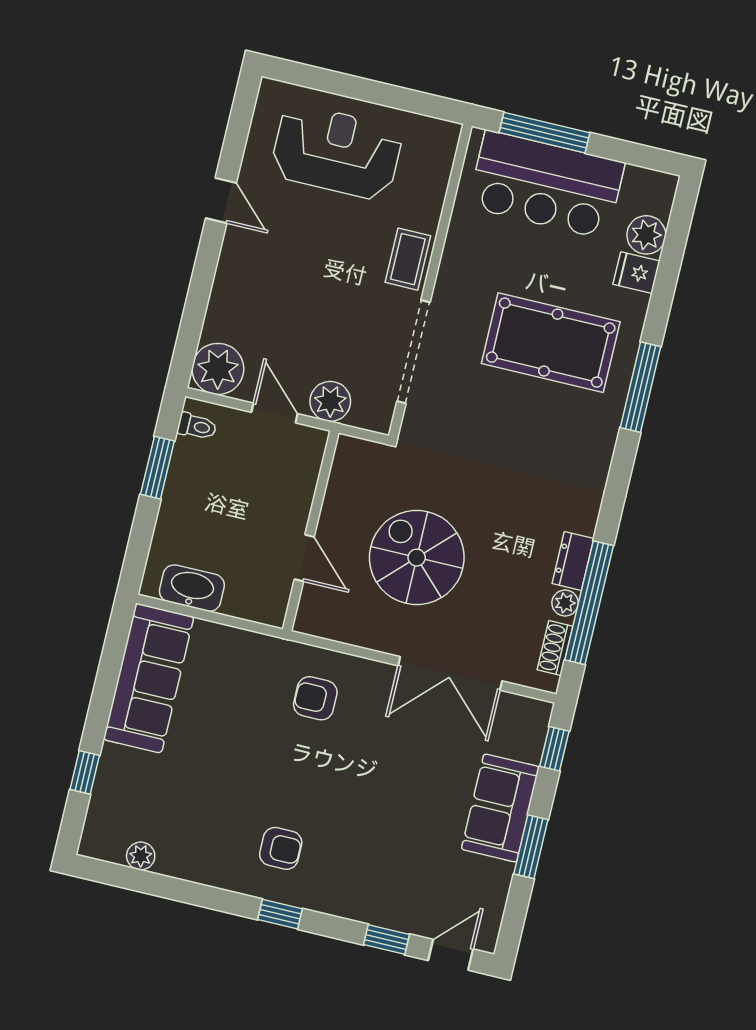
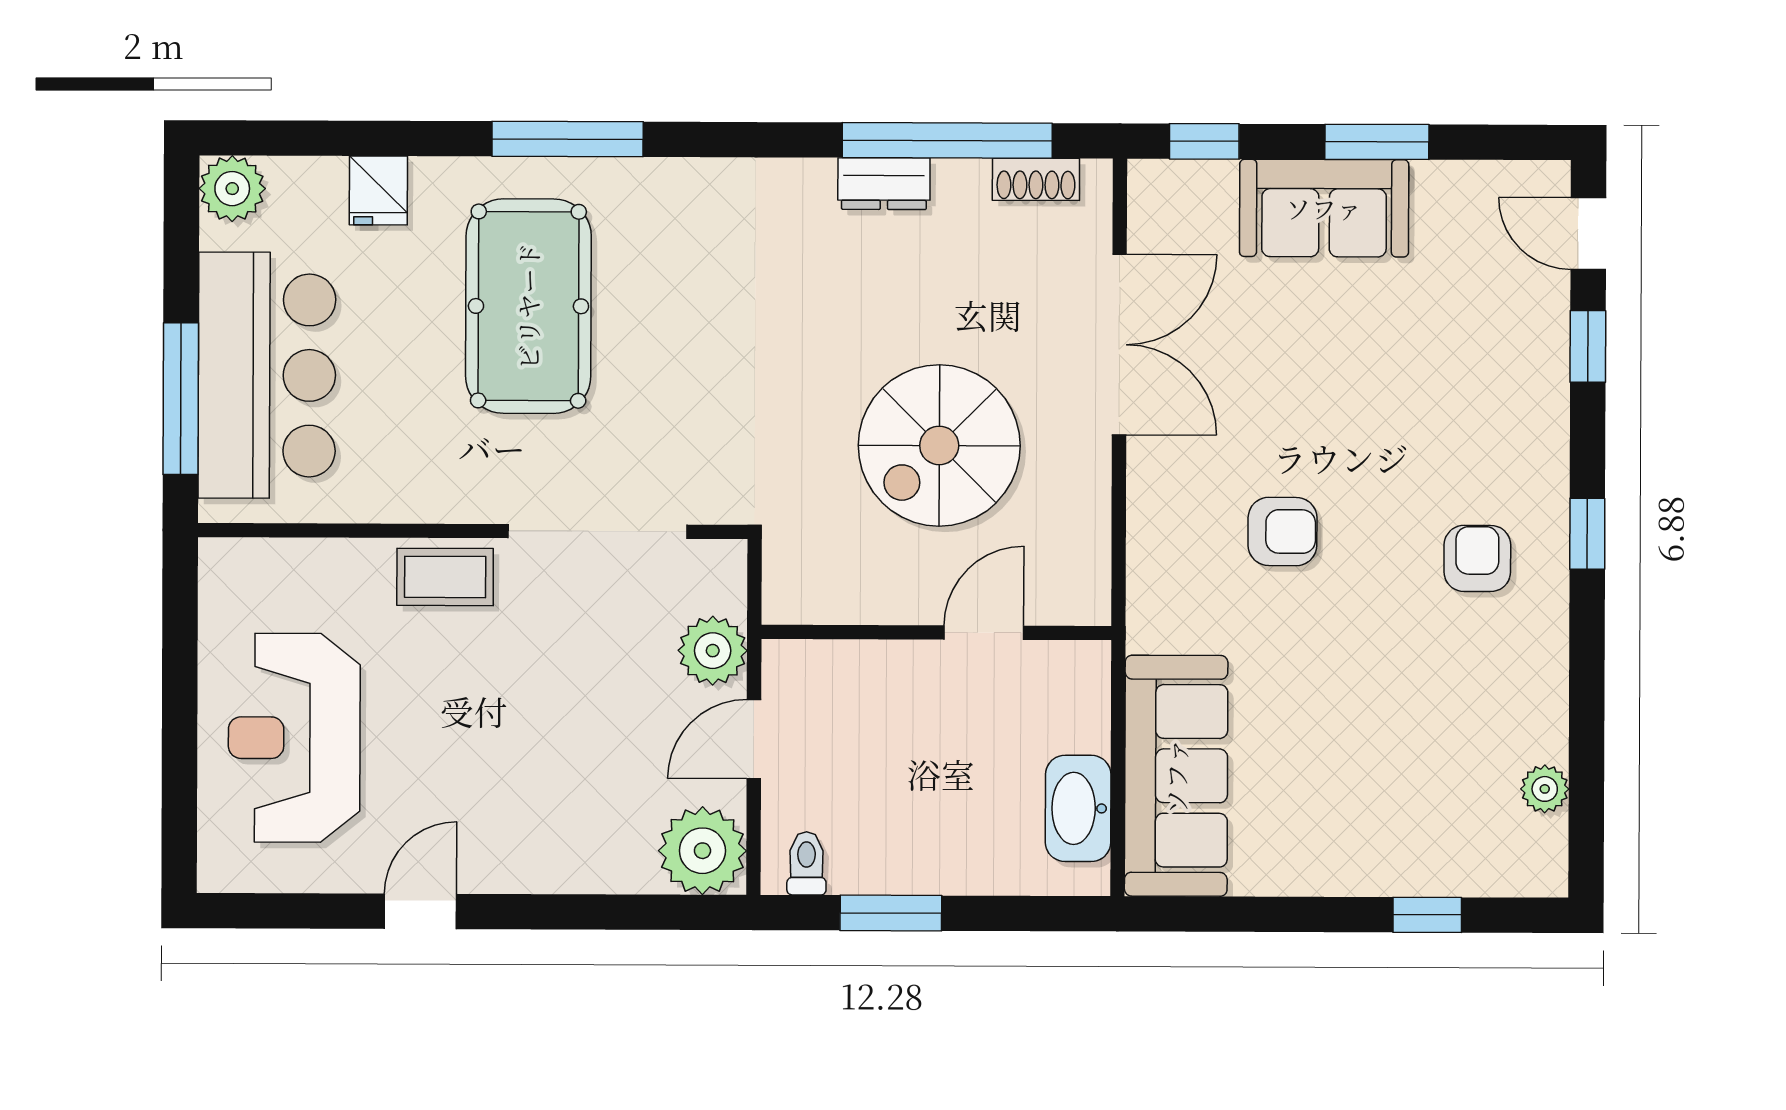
plant: (646, 235) -> (232, 189), moved
plant: (565, 603) -> (957, 180), removed
sofa: (149, 678) -> (1176, 776), moved, turned 90
armchair: (315, 698) -> (1282, 532), moved, turned -90

